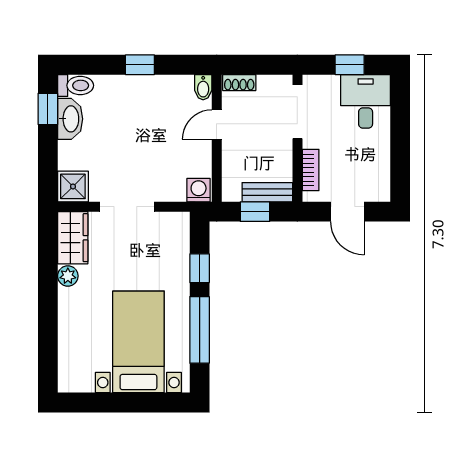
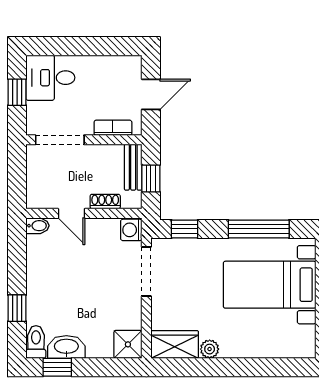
window: (140, 65) -> (17, 308), moved
shoe rack: (239, 83) -> (105, 202), moved, turned -90
doorway: (127, 207) -> (146, 271), moved
window: (200, 268) -> (185, 229), moved

